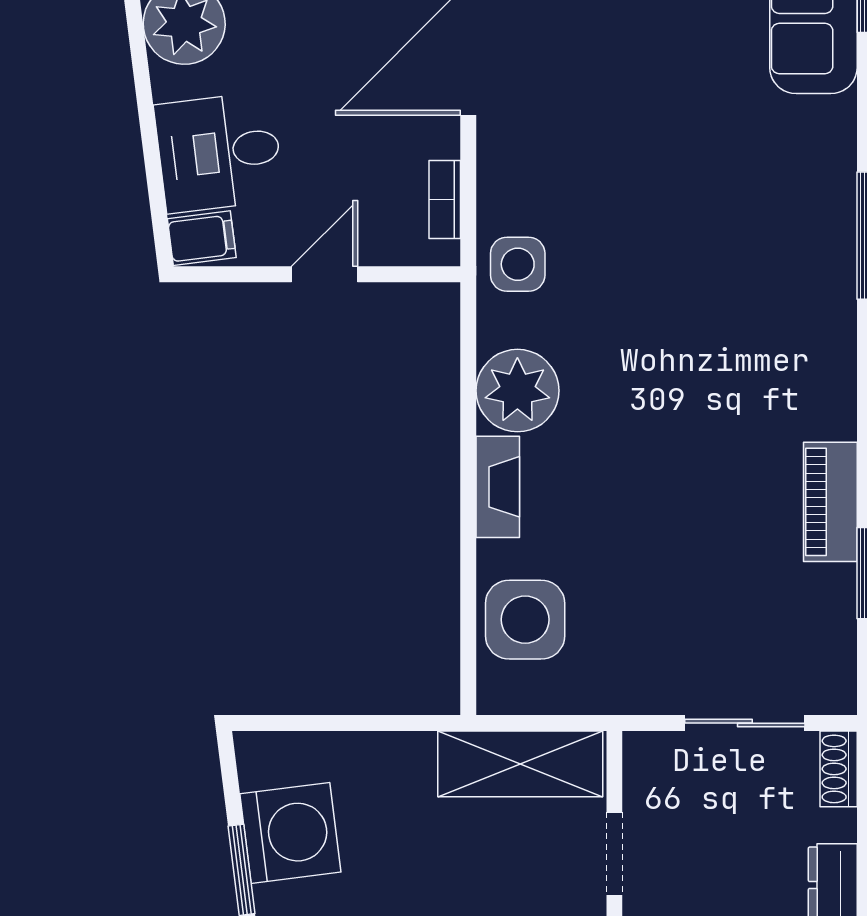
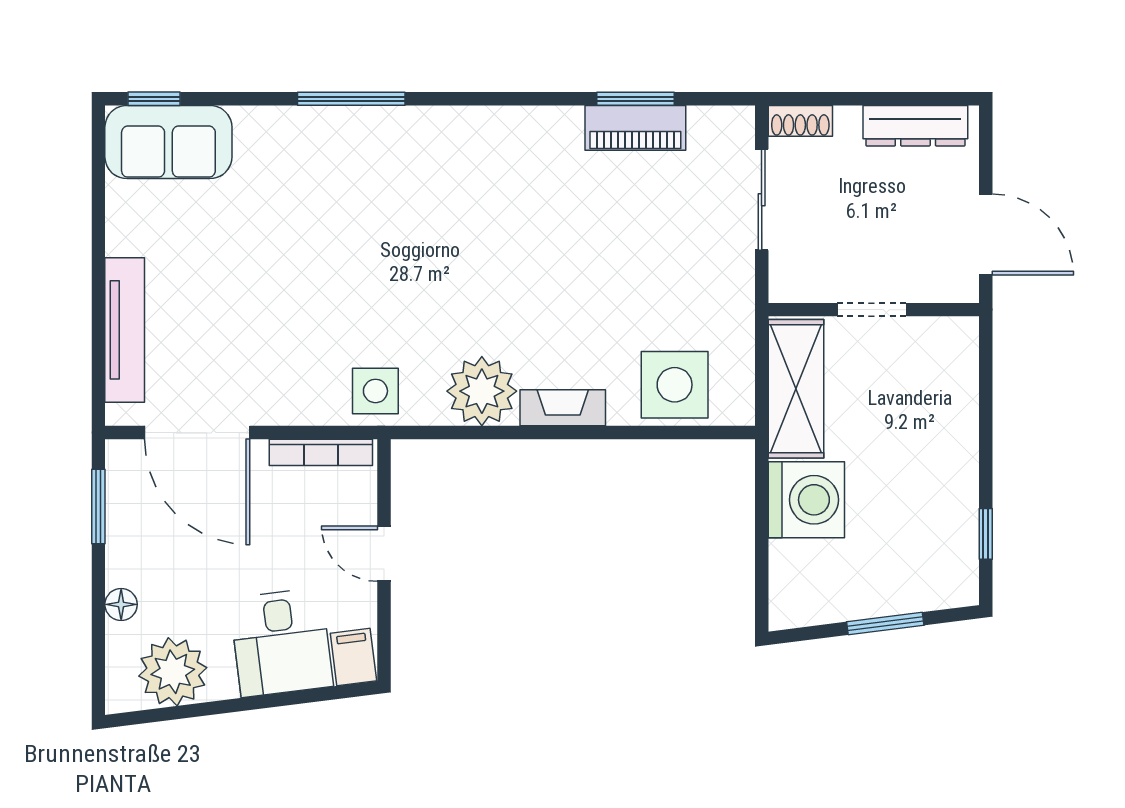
bookcase: (445, 199) -> (321, 452), width x1.56
piano: (830, 502) -> (635, 128), moved
washing machine: (290, 833) -> (806, 500), moved, turned 97

